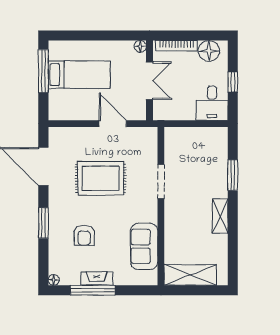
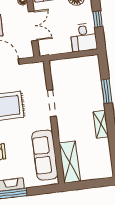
sofa: (144, 246) -> (45, 155), width x1.36
shelving: (190, 275) -> (70, 162), moved, turned 90

